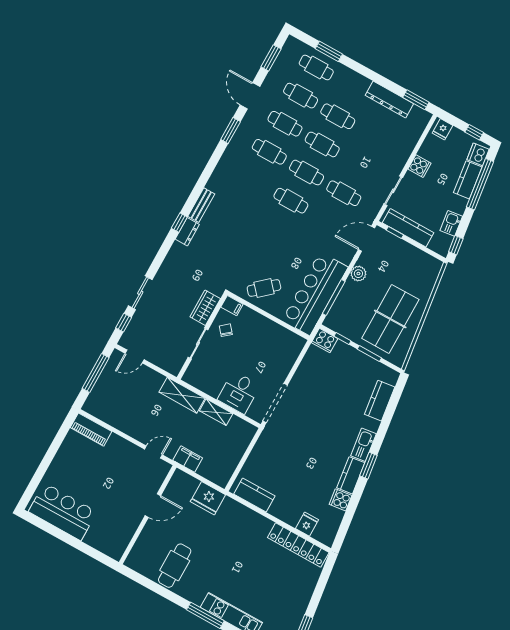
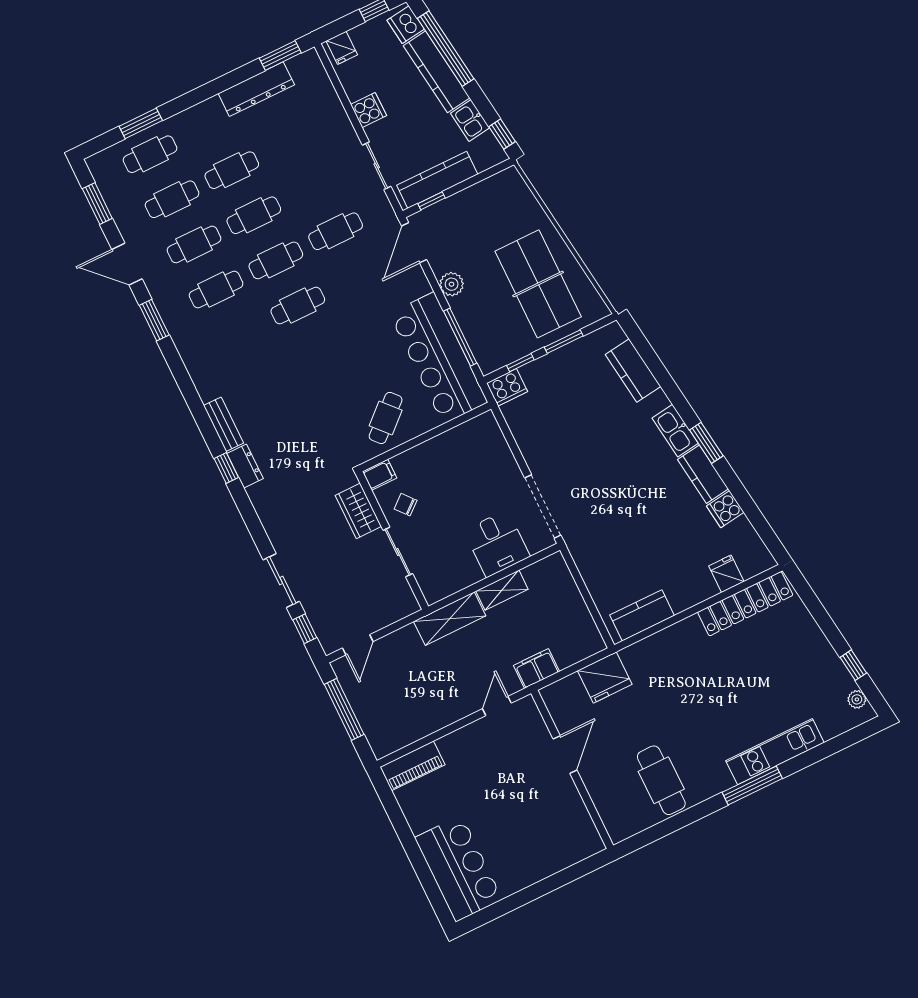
kitchen counter: (468, 180) -> (437, 72), width x1.50
bar counter: (63, 512) -> (458, 869), moved, turned 90

